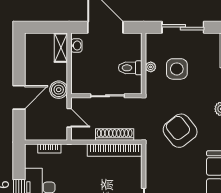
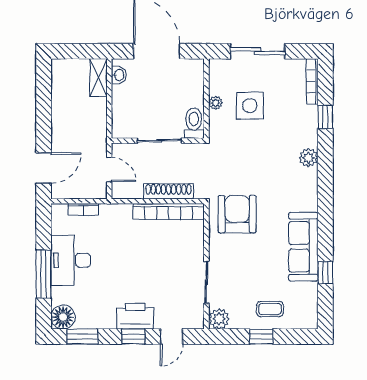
toilet: (130, 68) -> (194, 123), moved, turned 90
boiler: (59, 90) -> (96, 133), removed
door: (19, 97) -> (44, 168), moved
armchair: (180, 131) -> (237, 214), moved, turned 38

